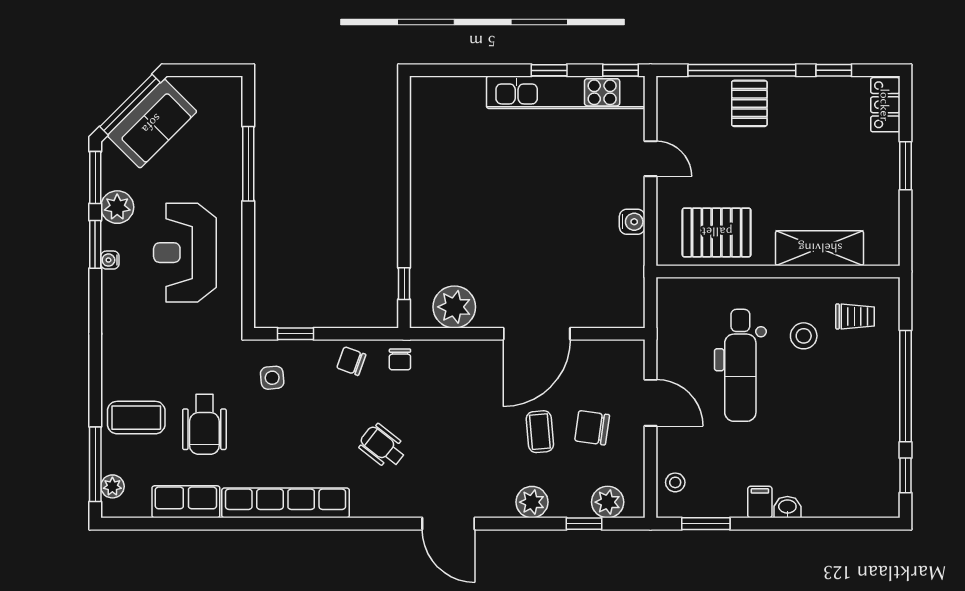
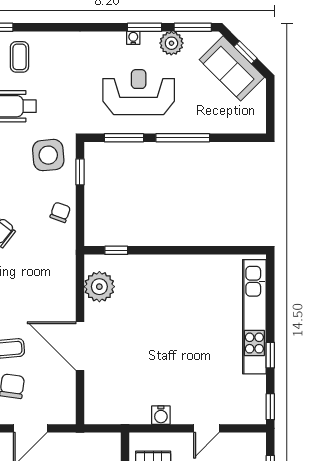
kitchen unit: (566, 92) -> (254, 317), moved
window: (130, 105) -> (246, 52), width x0.46
window: (248, 164) -> (183, 138), moved
window: (248, 273) -> (124, 138), added
chair: (400, 359) -> (61, 247), removed
side table: (272, 378) -> (48, 155), width x1.87, depth x1.87
coffee table: (136, 418) -> (19, 57), width x0.73, depth x0.77

